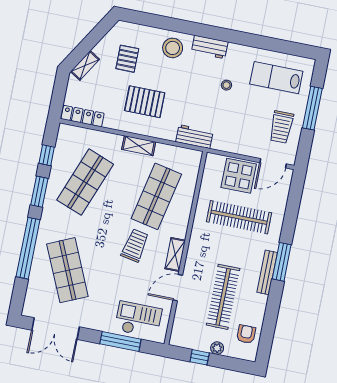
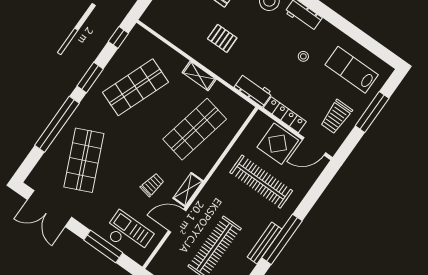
pallet: (145, 102) -> (222, 38), width x0.67, depth x0.71
locker: (83, 116) -> (285, 115), moved
window: (47, 155) -> (118, 37), moved
trolley: (135, 245) -> (152, 185), moved, width x0.73, depth x0.72
window: (282, 262) -> (282, 239), width x1.46

